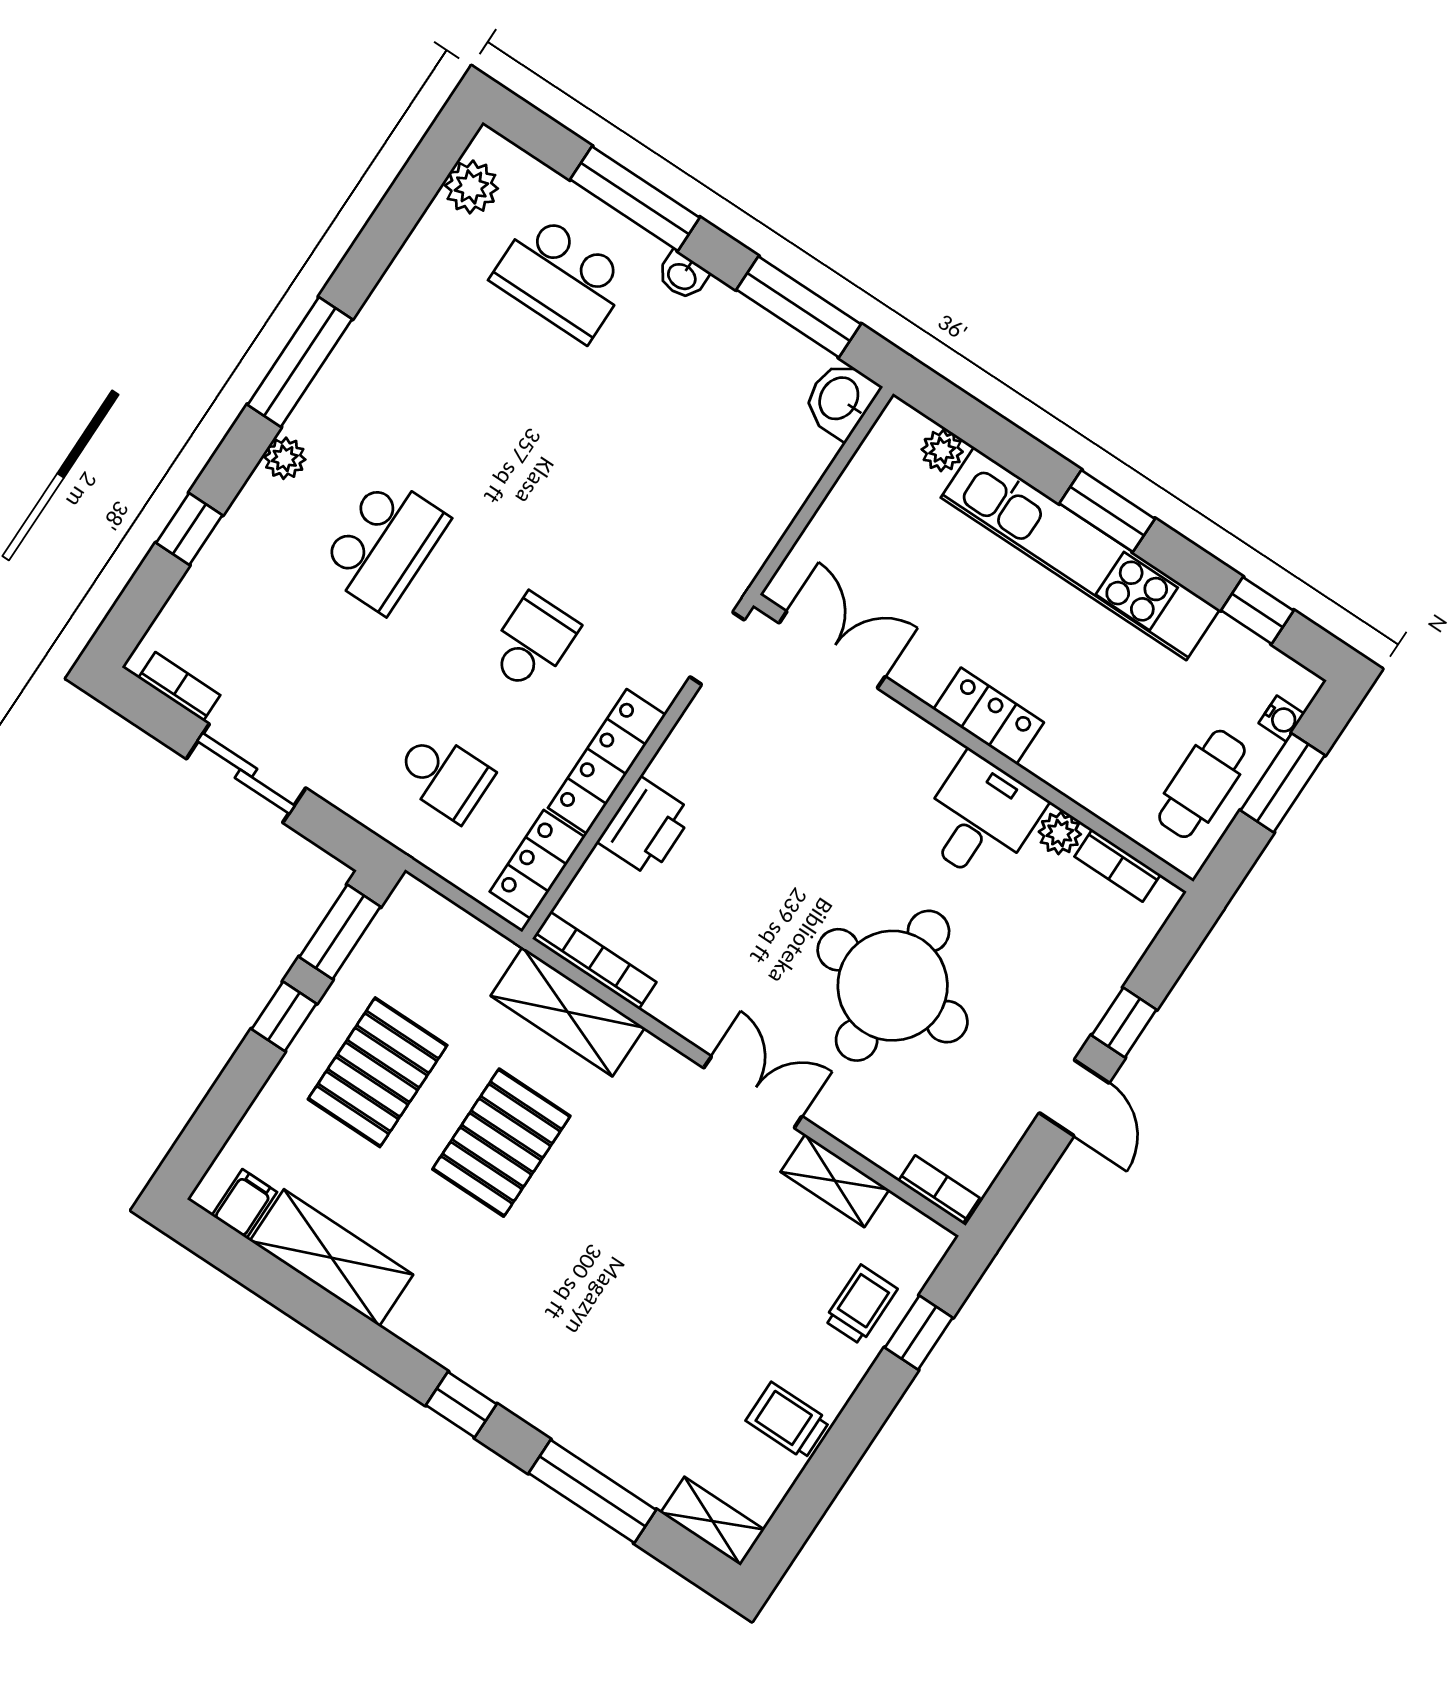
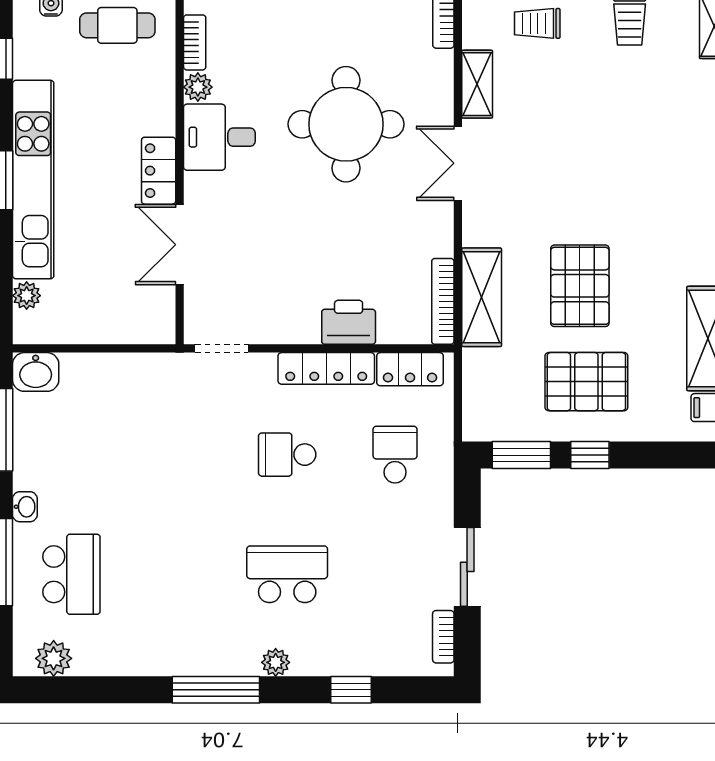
double door: (832, 650) -> (180, 245), moved
pallet: (501, 1143) -> (580, 286), turned 90

